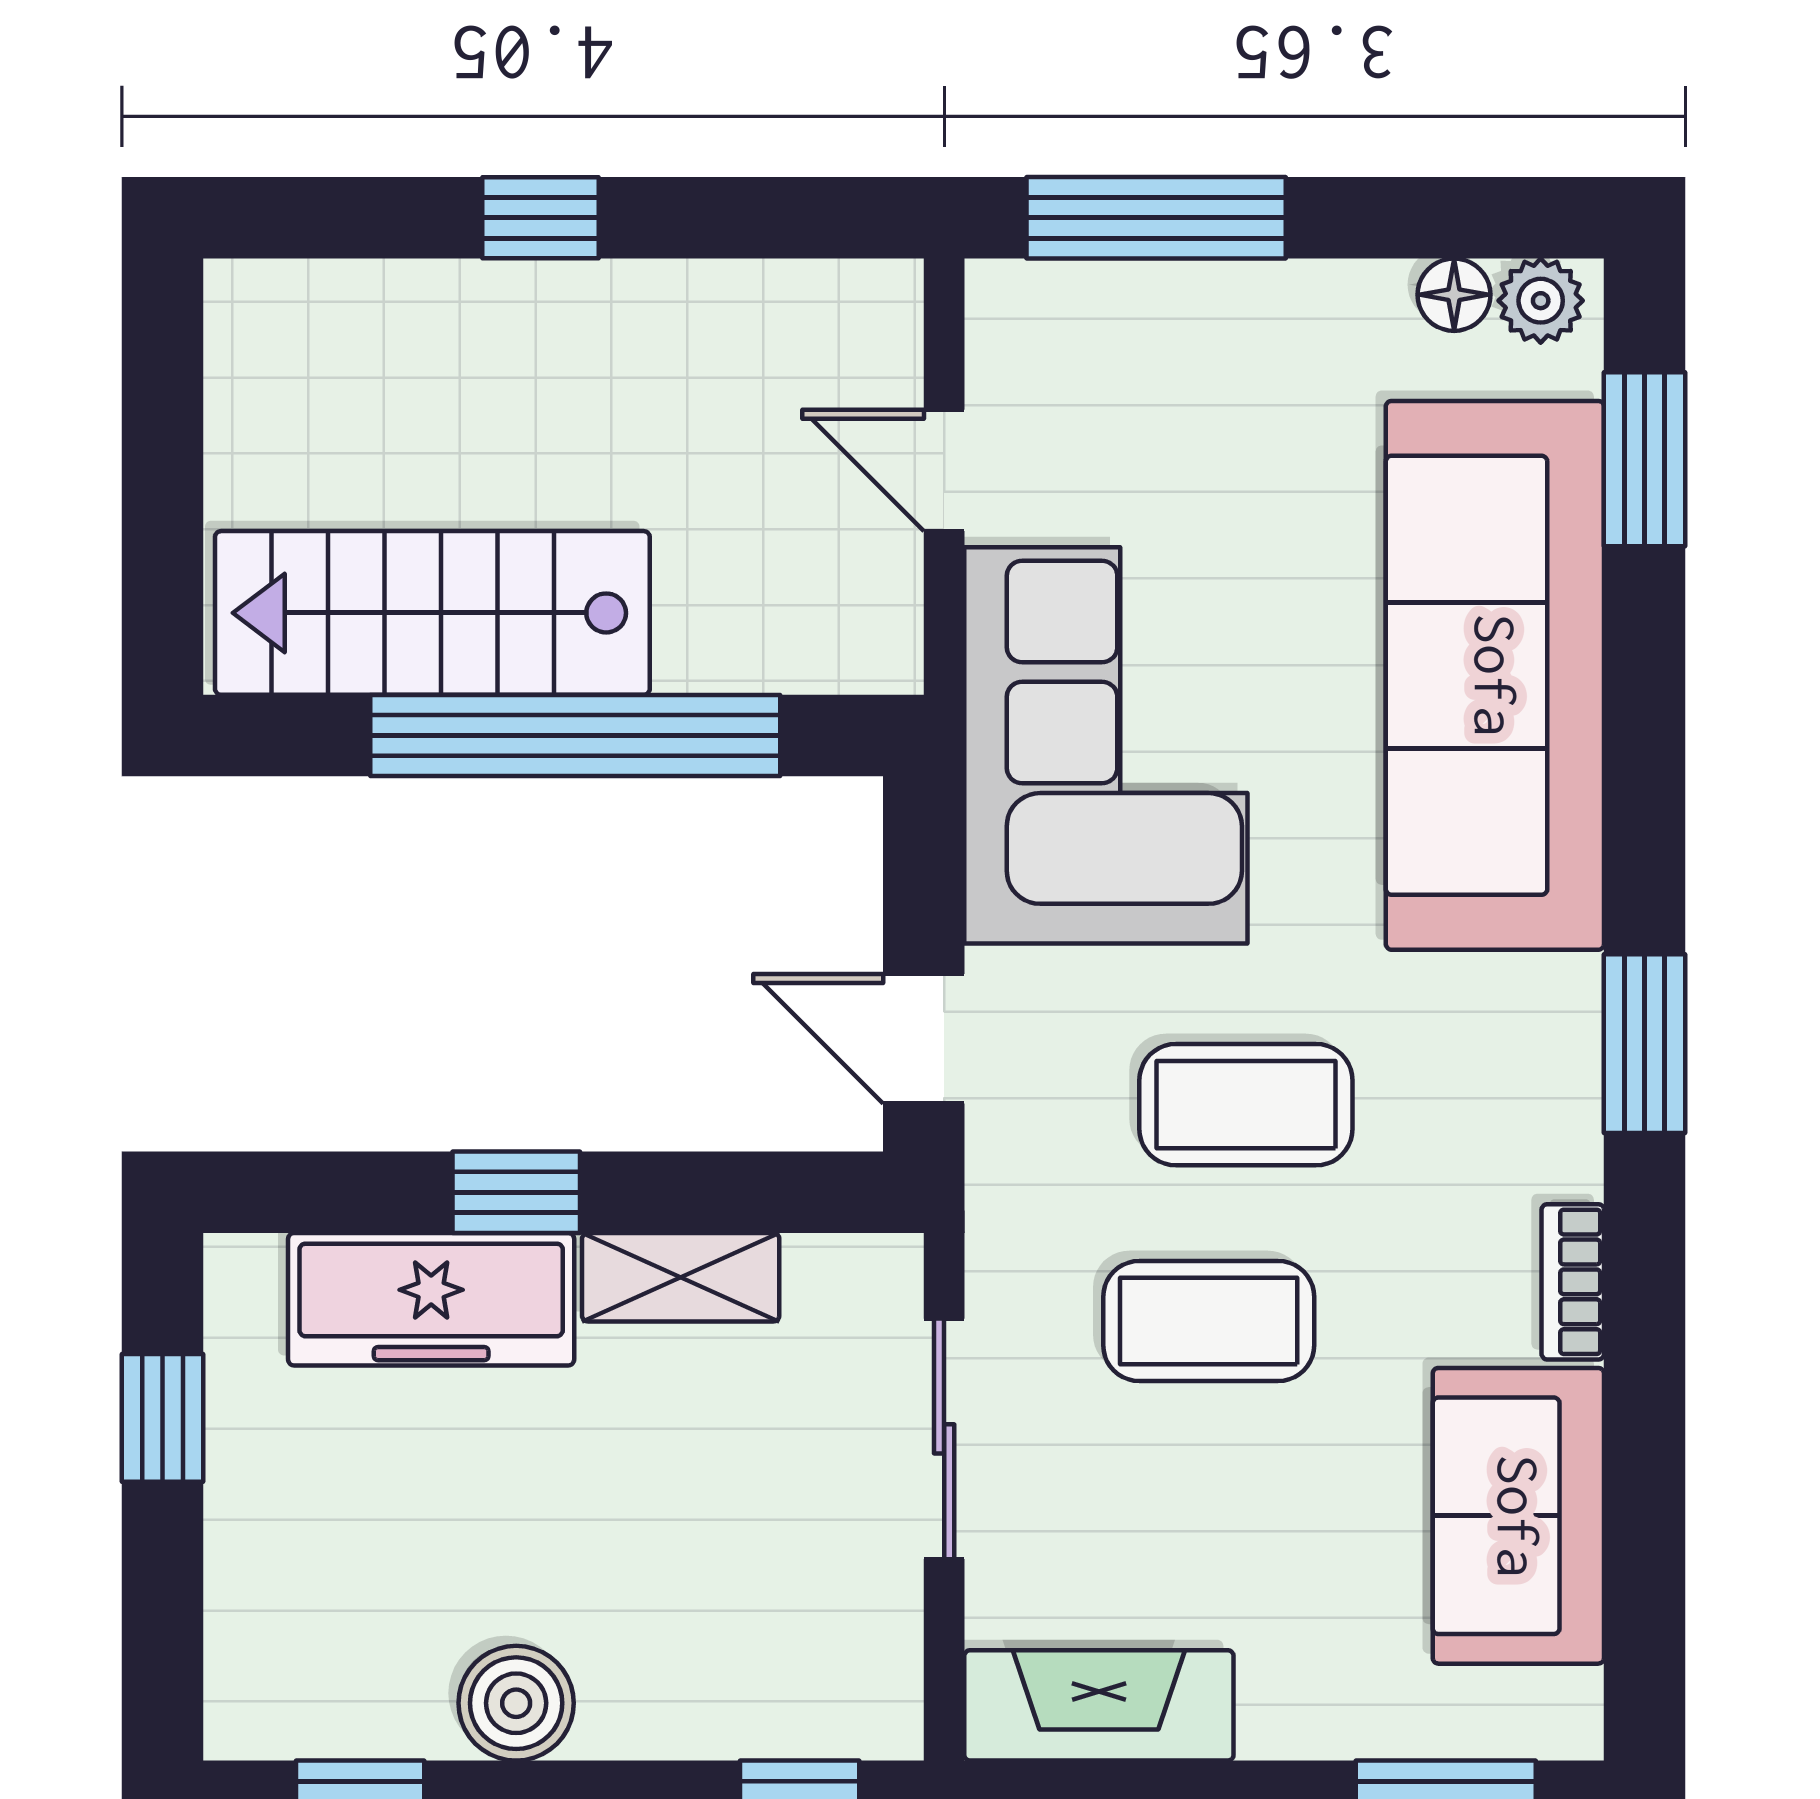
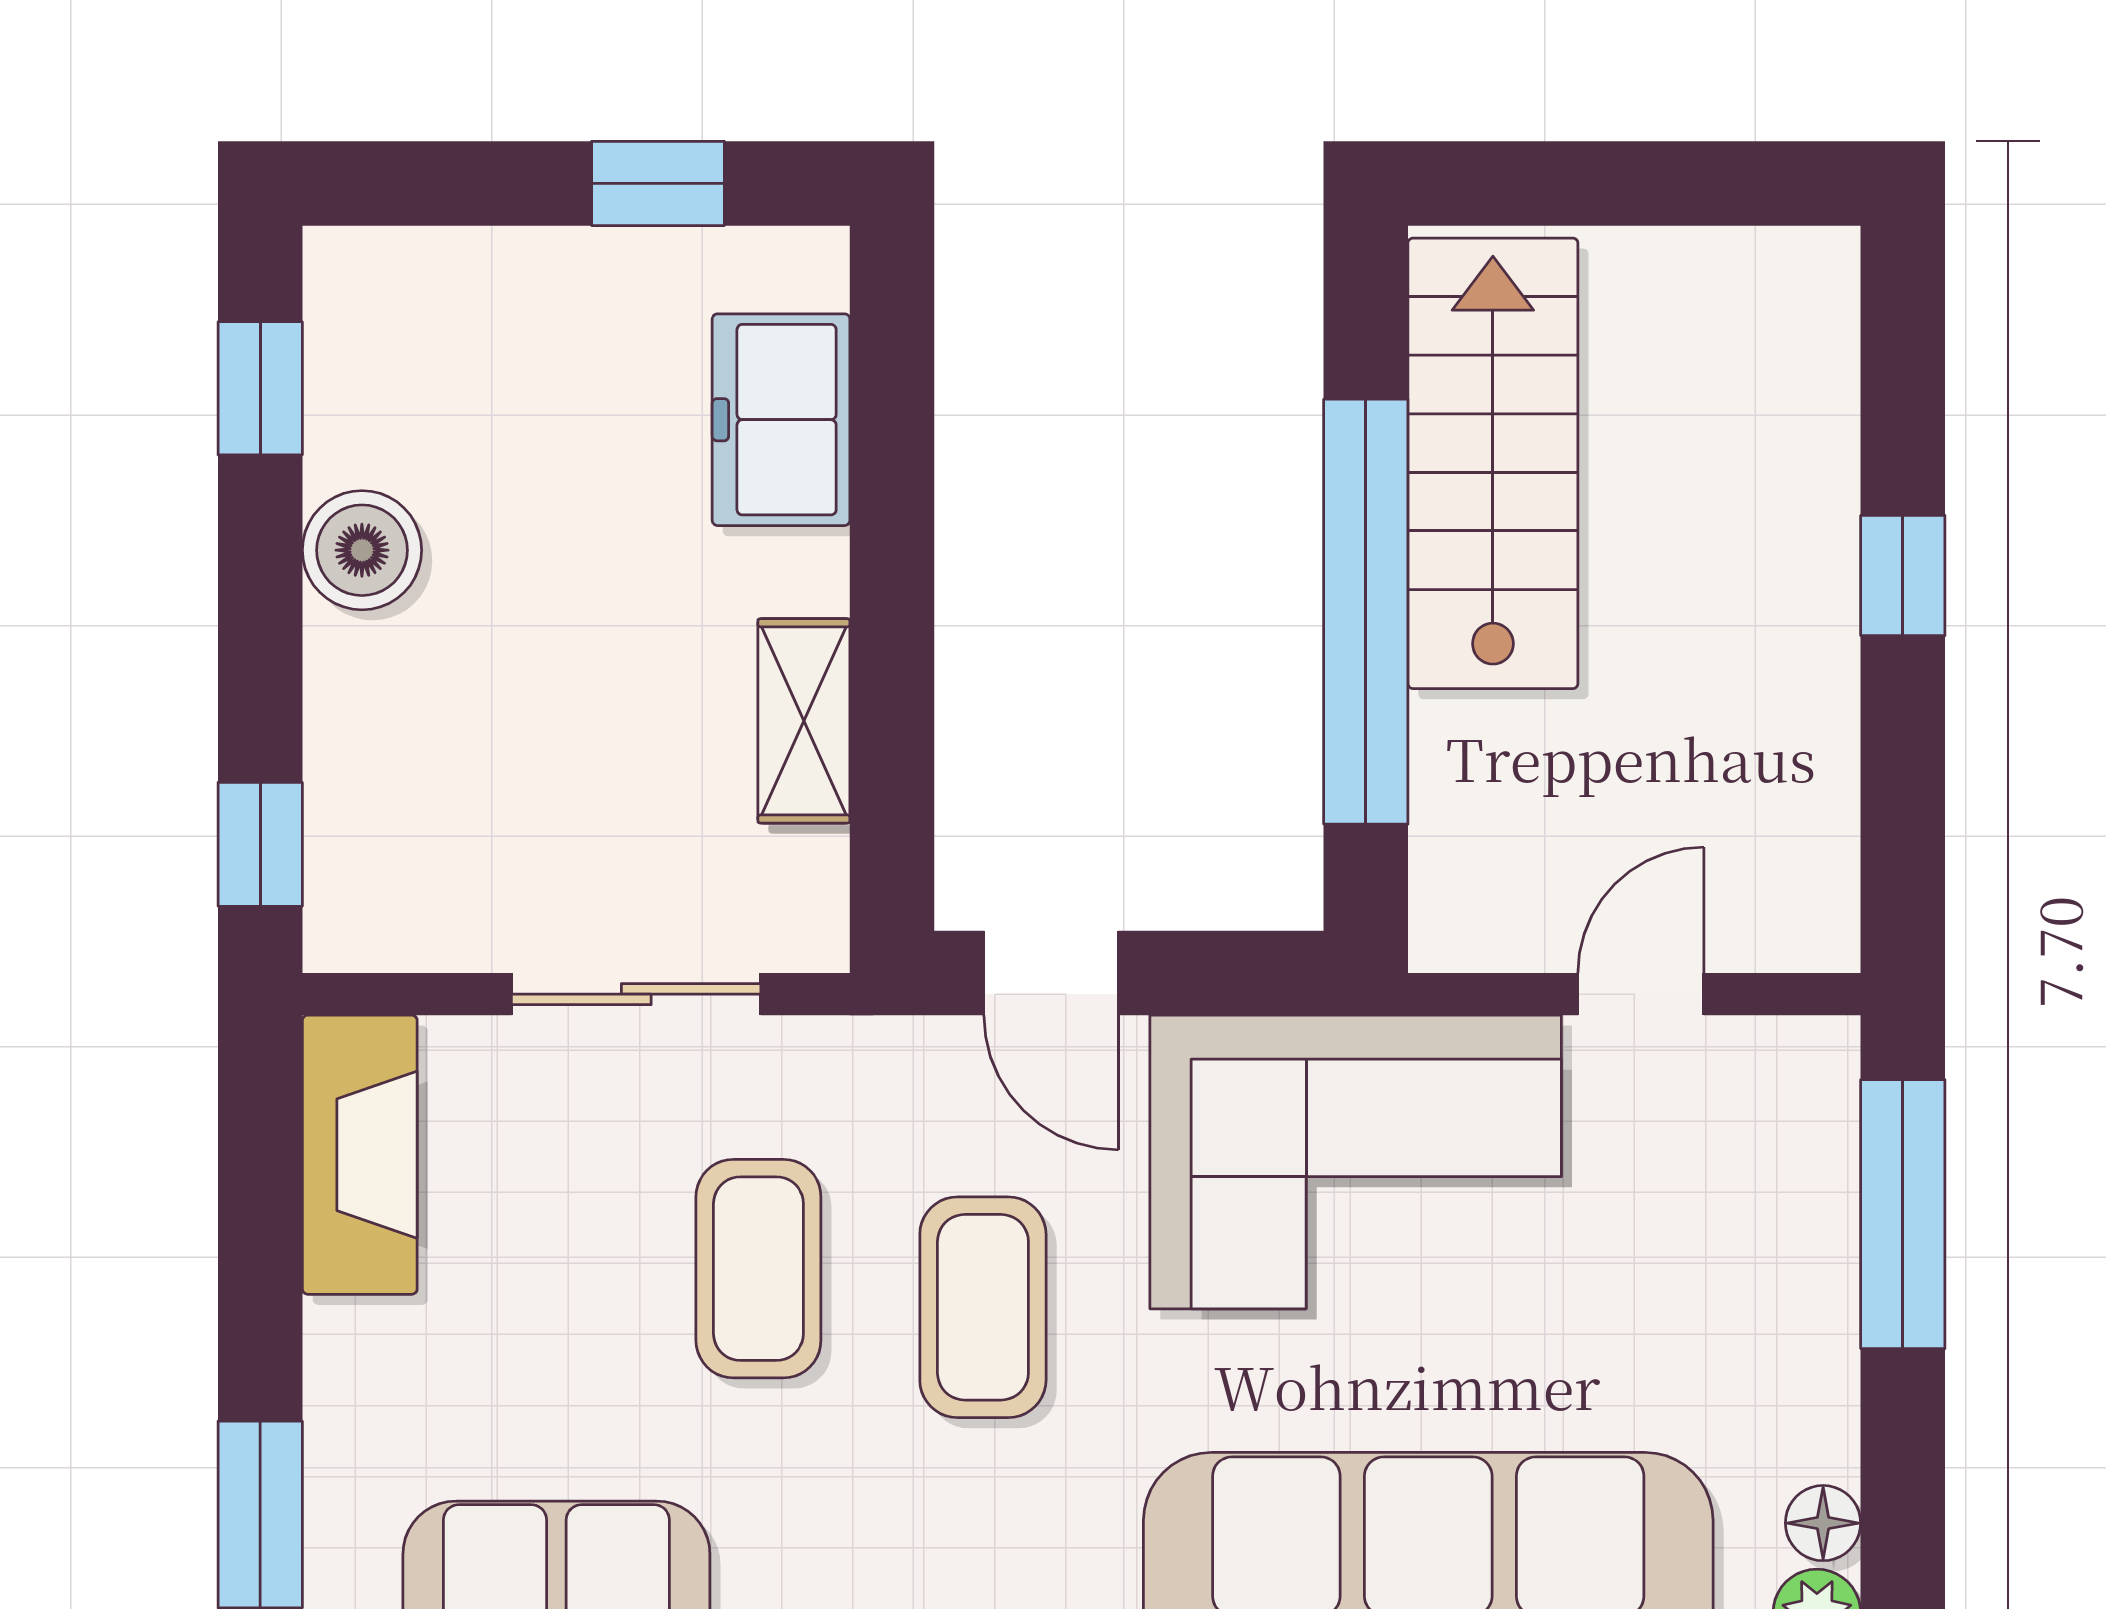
door: (924, 1039) -> (1051, 973), swing flipped
window: (516, 1192) -> (892, 550), removed
freezer: (431, 1299) -> (781, 420), width x0.71

